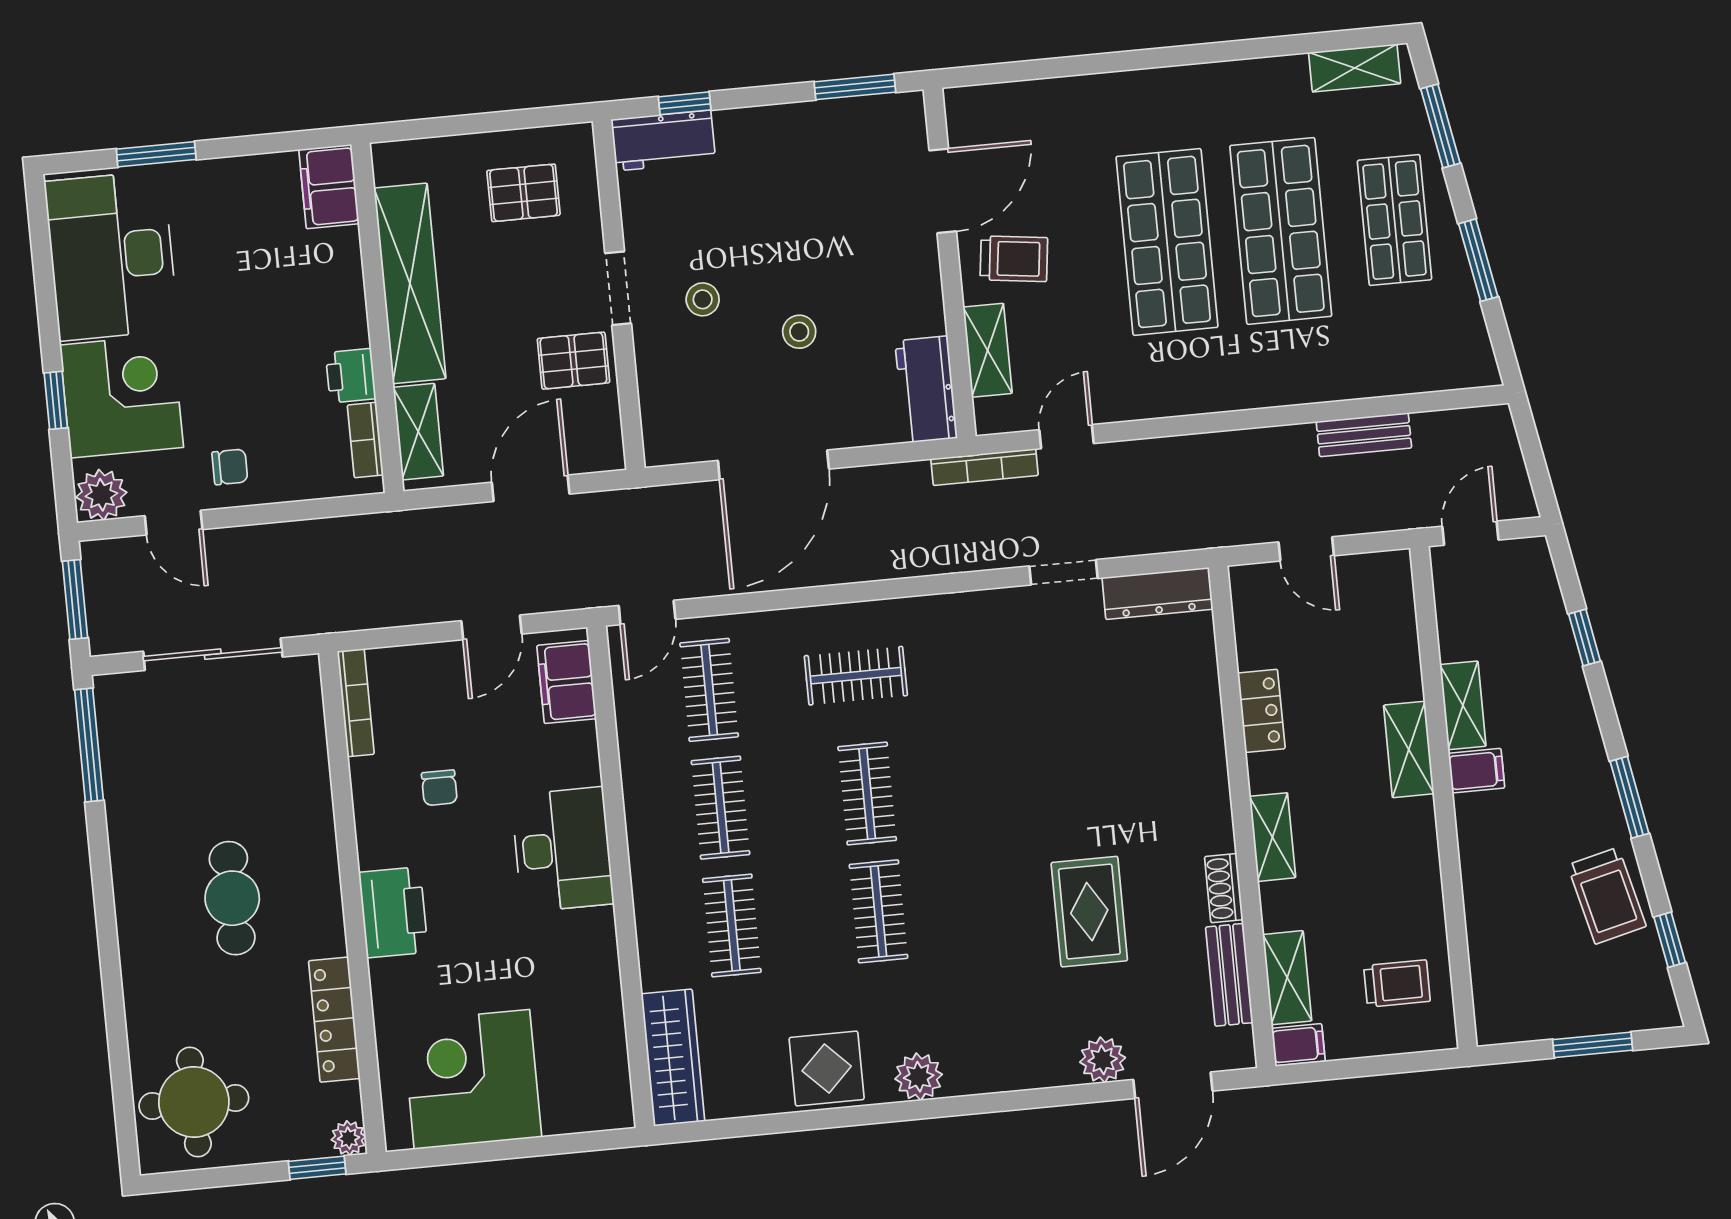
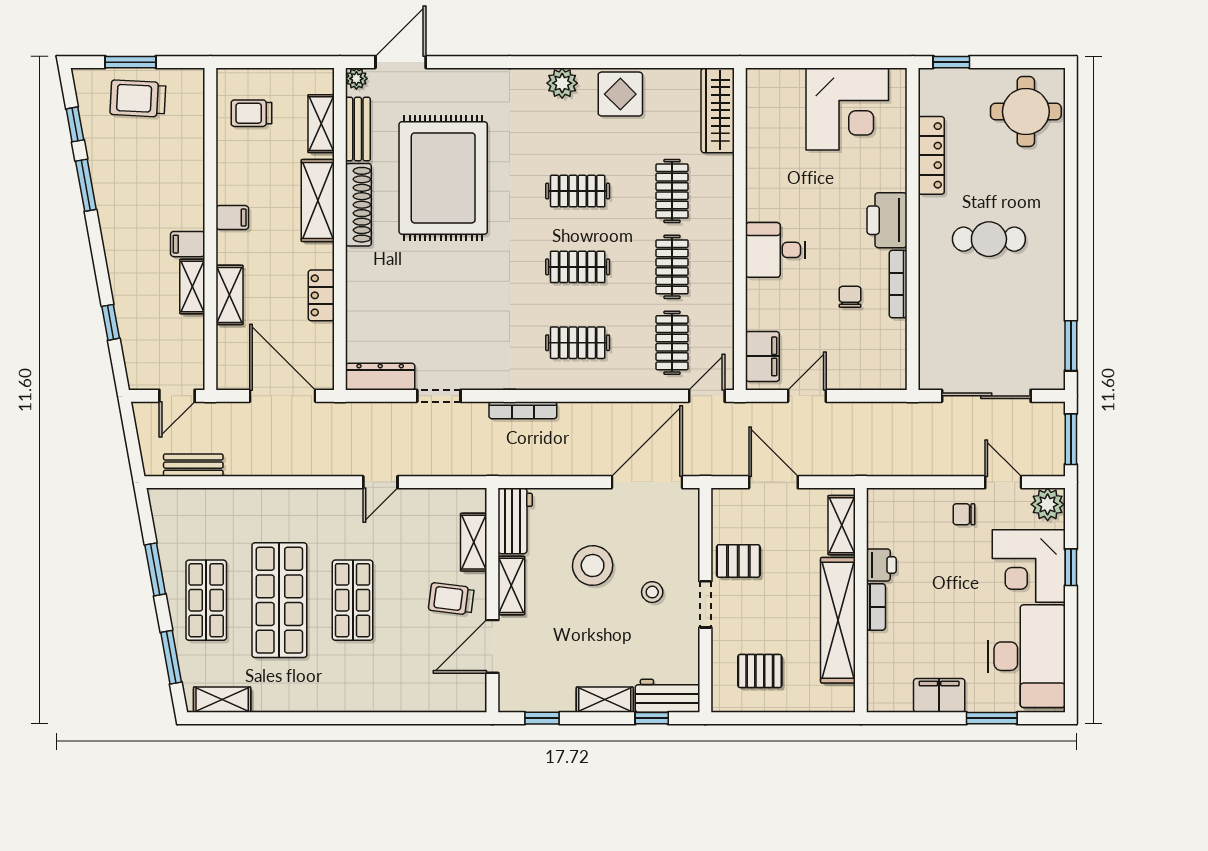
window: (855, 87) -> (542, 718), width x0.67
shelving: (760, 125) -> (605, 700), added
filing cabinet: (329, 187) -> (939, 695), moved, turned -90
shop shelf: (1167, 242) -> (353, 600), width x0.70, depth x0.74
shelving: (922, 289) -> (511, 585), added
stool: (799, 332) -> (593, 566), width x1.89, depth x1.89
bench: (1364, 435) -> (193, 465), moved
door: (1067, 437) -> (380, 482), moved
bookcase: (365, 440) -> (876, 607), moved
door: (773, 465) -> (647, 482), moved
bookcase: (984, 467) -> (523, 410), moved, turned 180
door: (531, 488) -> (773, 482), swing flipped
door: (1306, 549) -> (283, 396), width x1.87
bookcase: (356, 703) -> (898, 284), moved
window: (89, 745) -> (1071, 346), width x0.69
shelving: (1409, 749) -> (230, 295), moved
clothes rail: (867, 794) -> (578, 267), turned 90
window: (1630, 797) -> (86, 185), moved
shelving: (1272, 837) -> (318, 201), width x1.50, depth x1.33
desk: (562, 849) -> (775, 250), width x0.73
shoe rack: (1224, 888) -> (358, 205), width x1.94, depth x1.24
trolley: (1607, 896) -> (138, 98), moved, turned -73
cafe table: (232, 898) -> (989, 239), turned 90
clothes rail: (879, 911) -> (578, 191), turned 90
rug: (1089, 912) -> (443, 178), width x1.86, depth x2.06
filing cabinet: (1298, 1045) -> (232, 218), moved, turned 180
plant: (1103, 1060) -> (356, 79), moved, width x0.73, depth x0.73
plant: (348, 1138) -> (930, 79), removed

